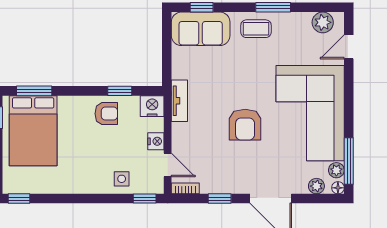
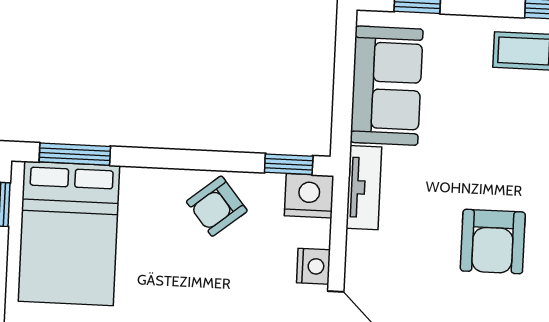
sofa: (201, 29) -> (387, 86), moved, turned -90
window: (120, 91) -> (289, 164), moved
armchair: (106, 114) -> (217, 206), turned 141

